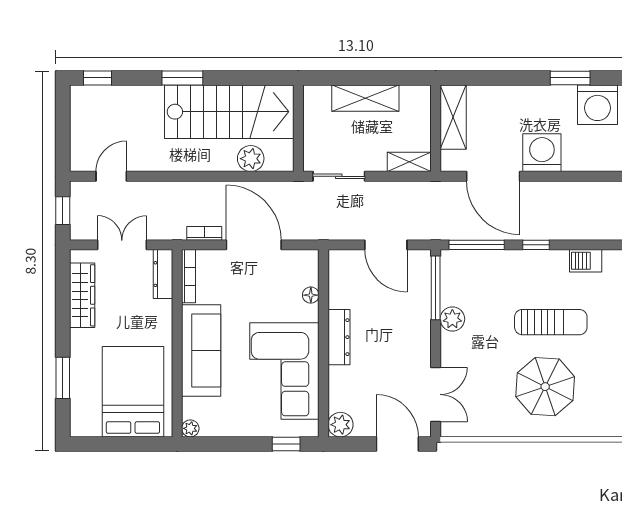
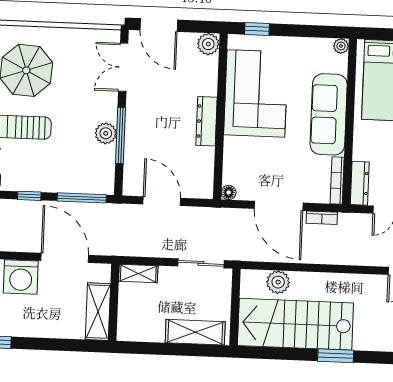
shelving: (365, 98) -> (195, 332), moved
window: (436, 288) -> (120, 135), moved
floor lamp: (311, 295) -> (229, 192), moved

